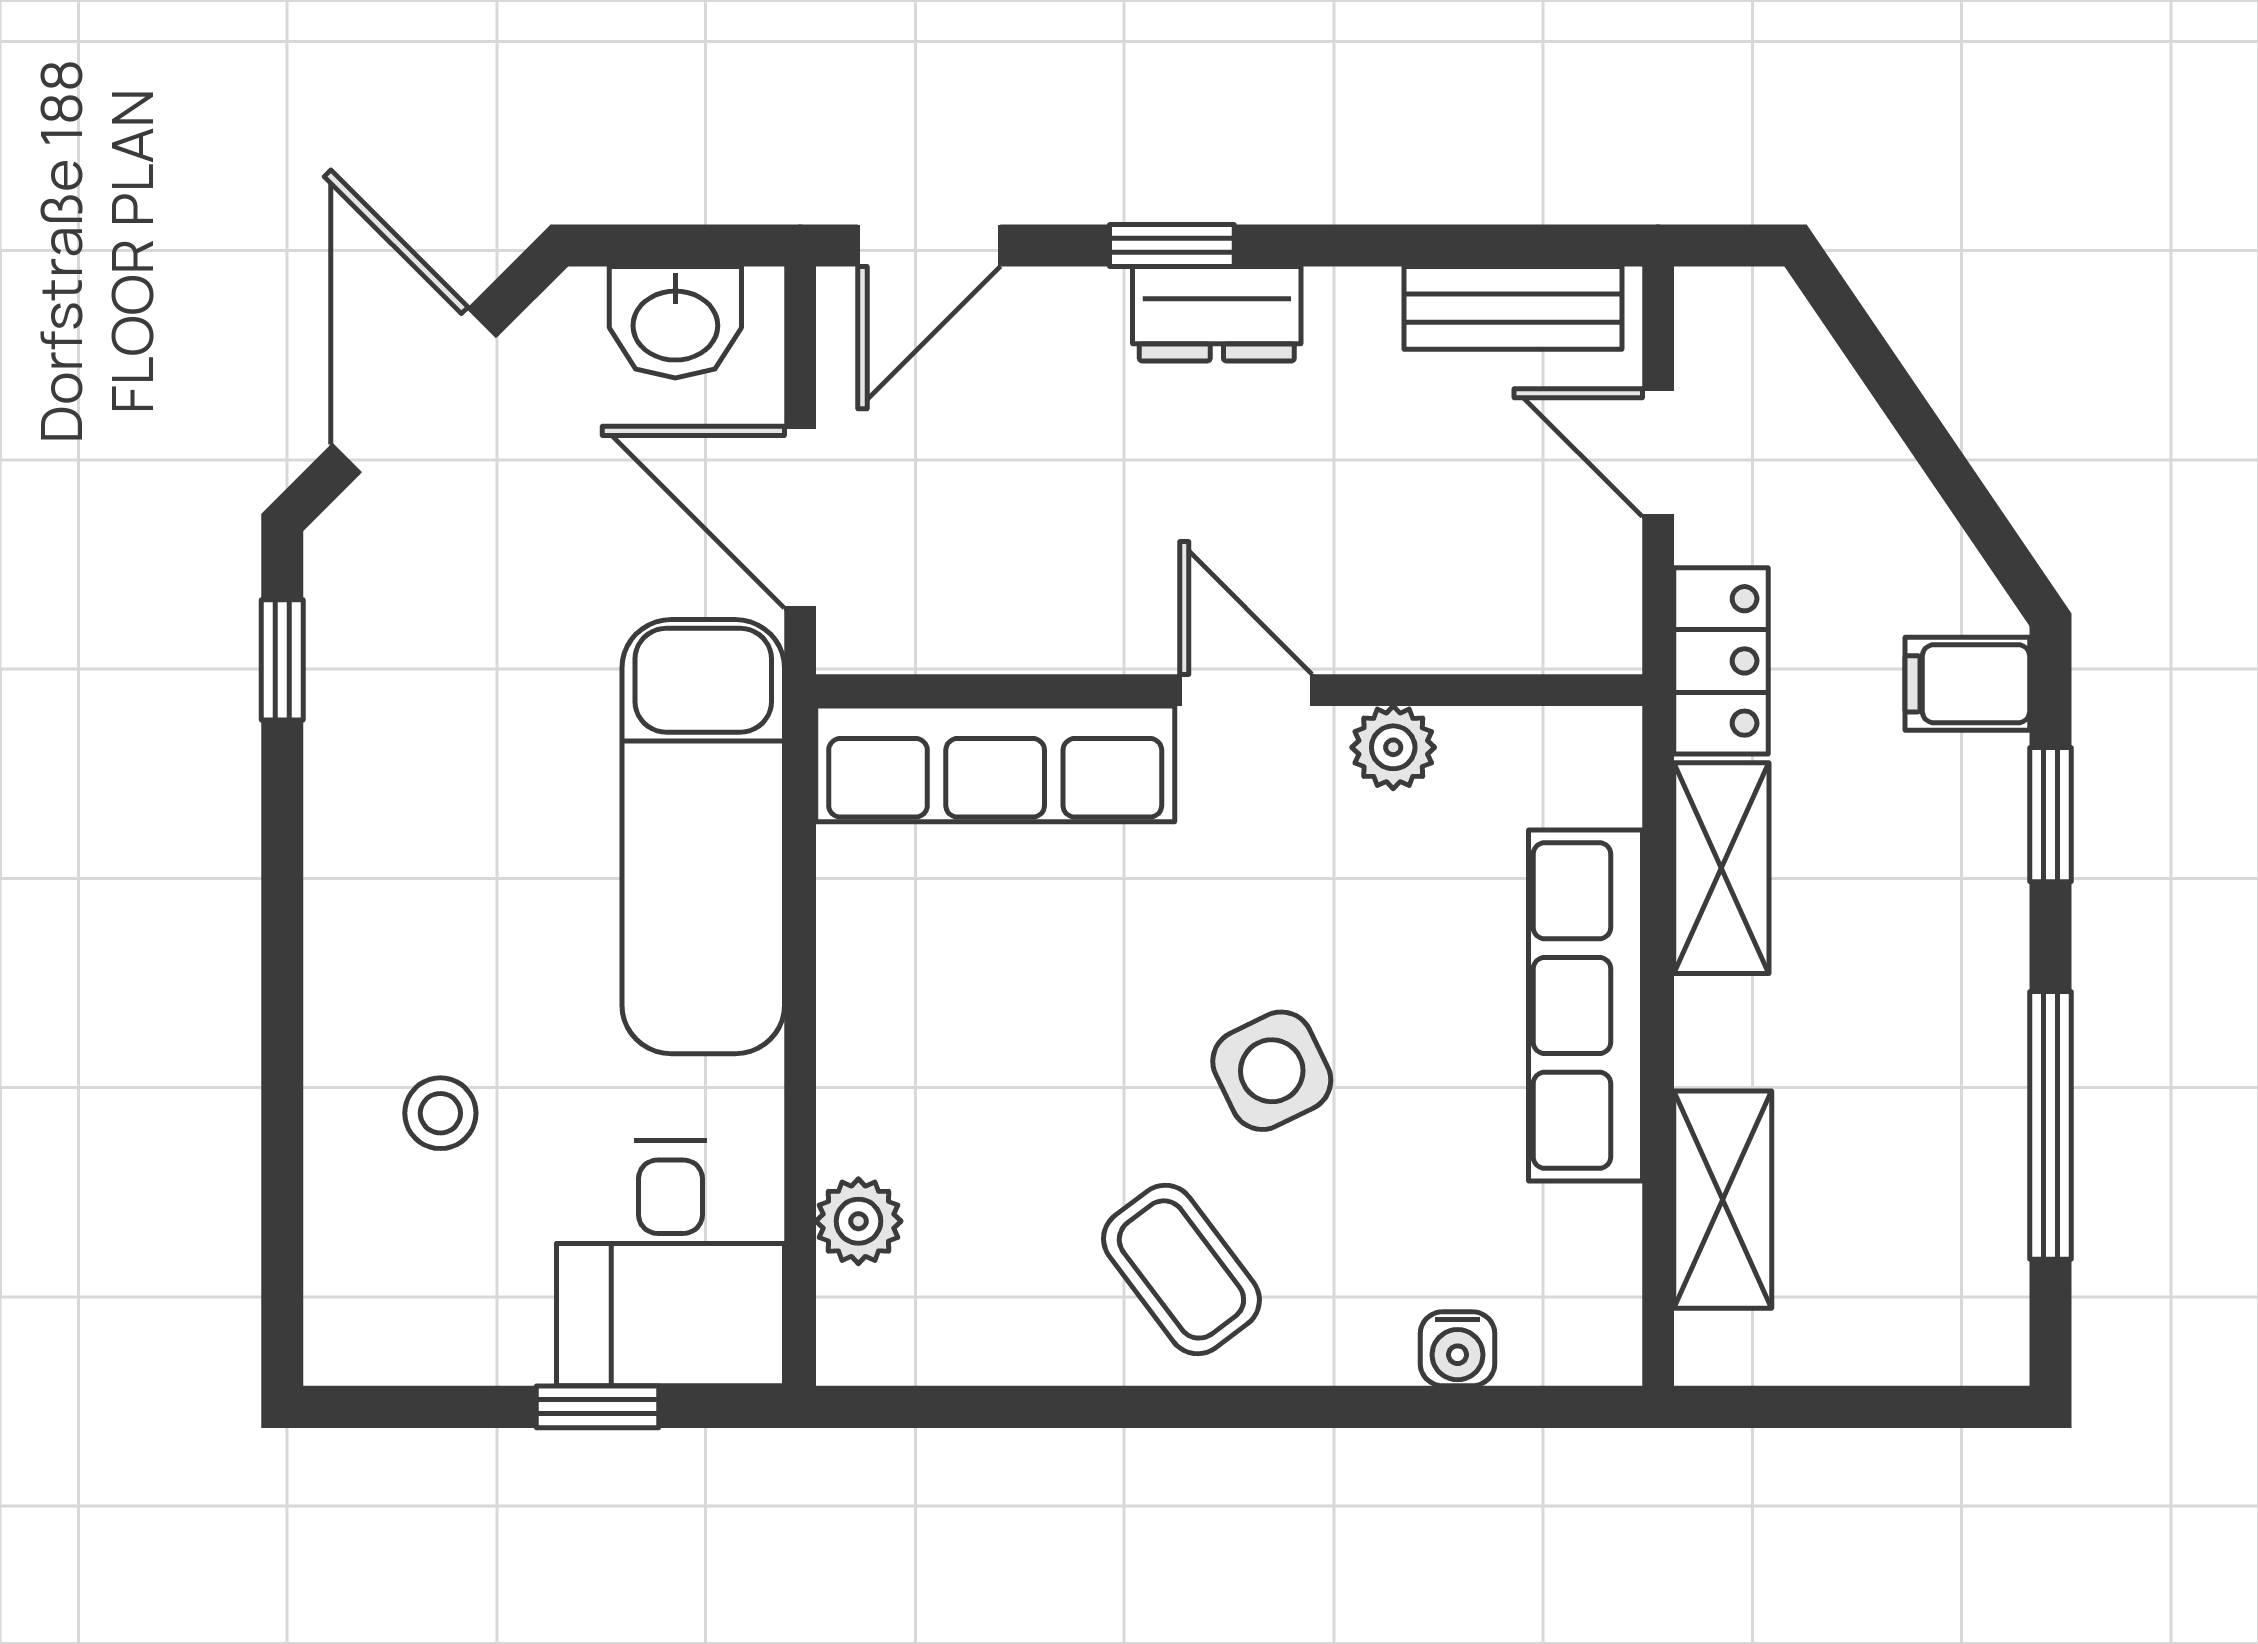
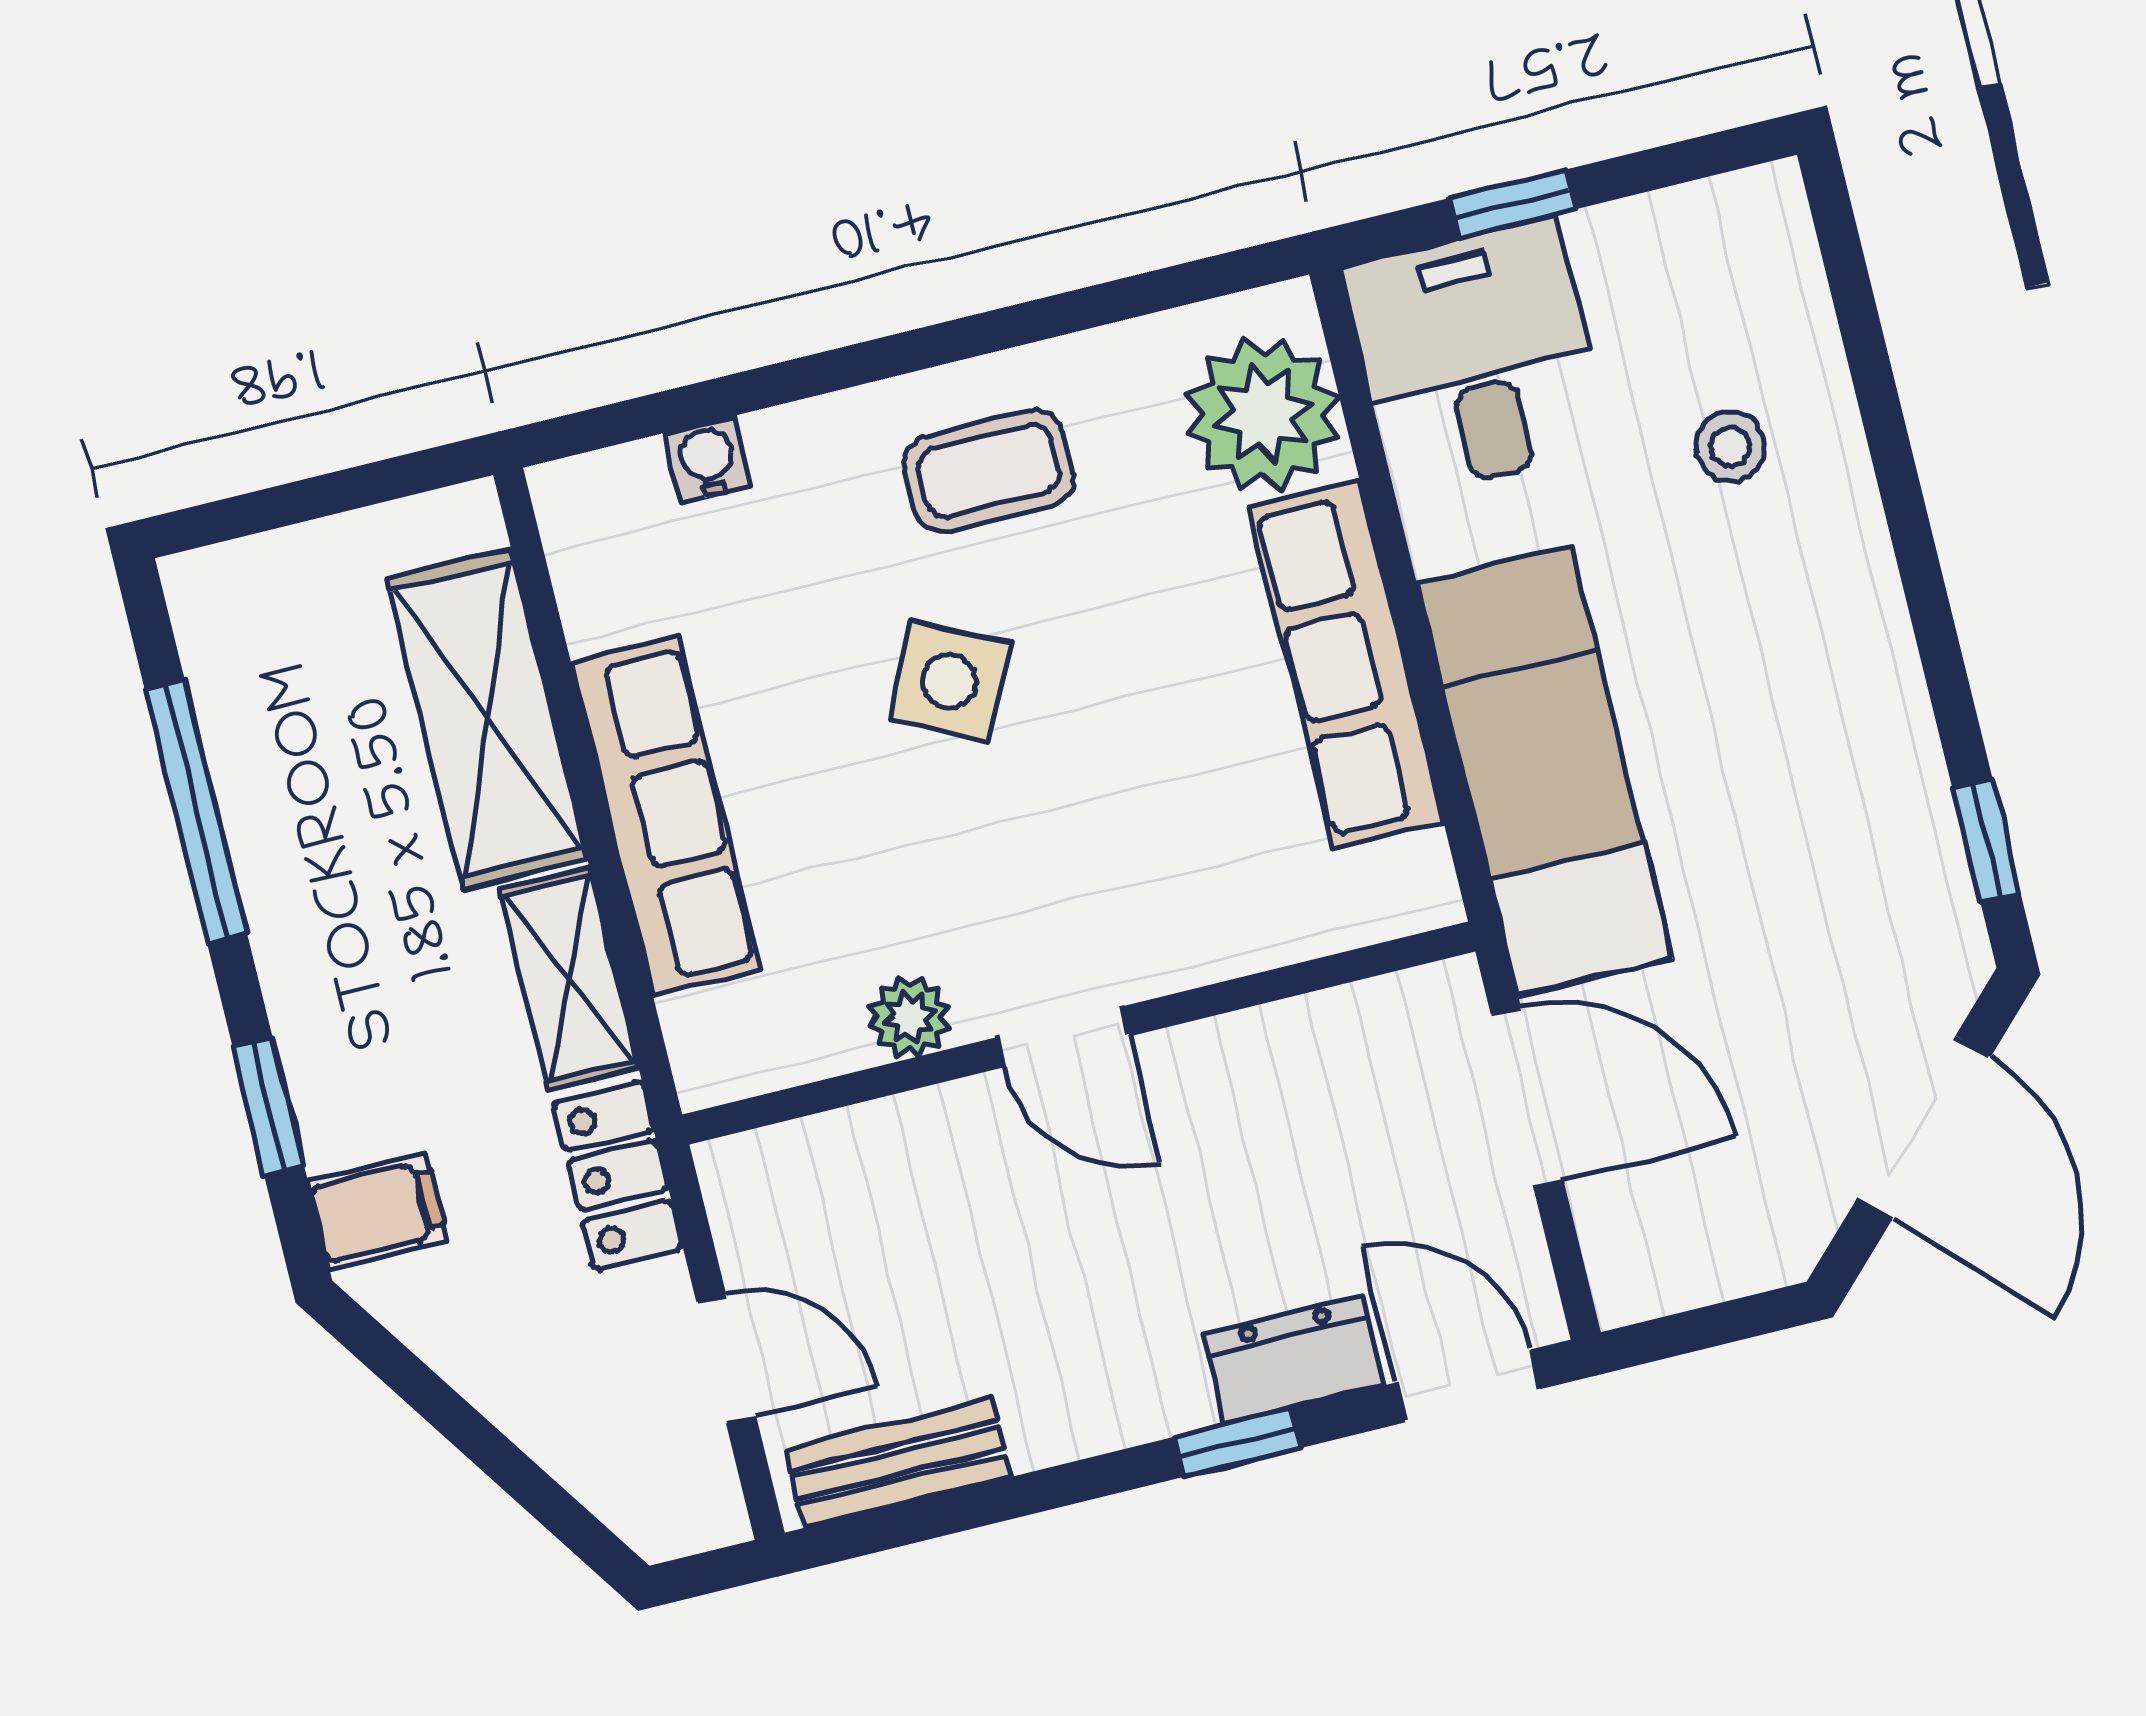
door: (929, 245) -> (1468, 1386), hinge flipped
dresser: (1217, 314) -> (1293, 1360), moved
washbasin: (675, 322) -> (1691, 1254), removed
row of seats: (995, 764) -> (1346, 664), moved, turned -90
side table: (1272, 1071) -> (949, 681), turned -38
shelving: (1723, 1200) -> (487, 719), width x1.50, depth x1.33
plant: (858, 1221) -> (1263, 414), width x1.88, depth x1.88
coffee table: (1181, 1269) -> (989, 471), turned -53

